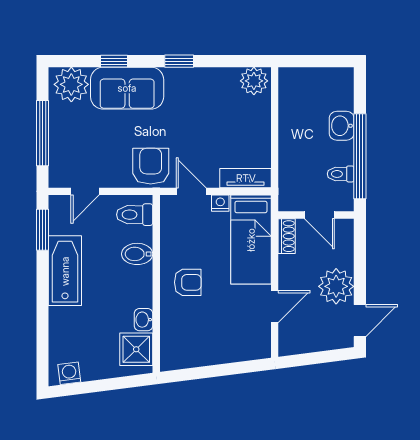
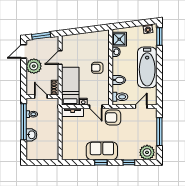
plant: (254, 81) -> (69, 154), removed
sofa: (127, 88) -> (102, 151), moved
armchair: (151, 166) -> (113, 117), turned 90
window: (43, 230) -> (159, 37), moved
bathtub: (65, 271) -> (147, 67), width x1.36, depth x1.36
window: (319, 358) -> (41, 36), added

